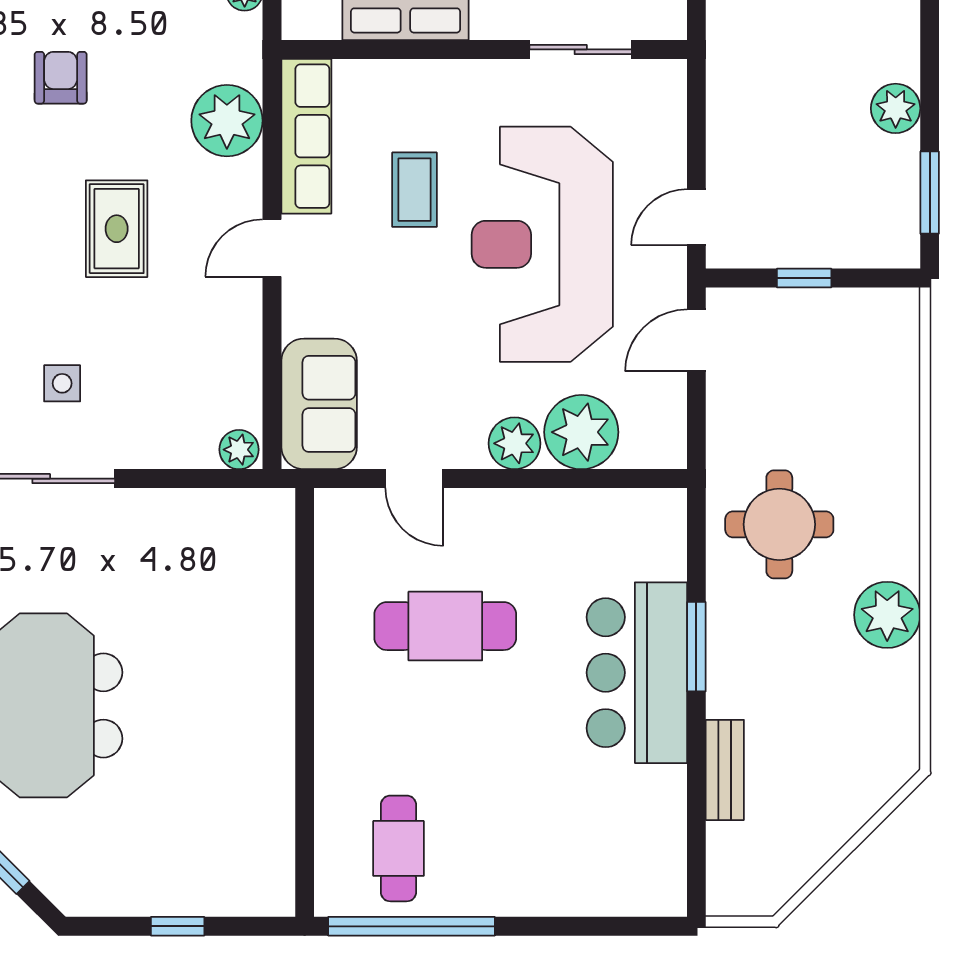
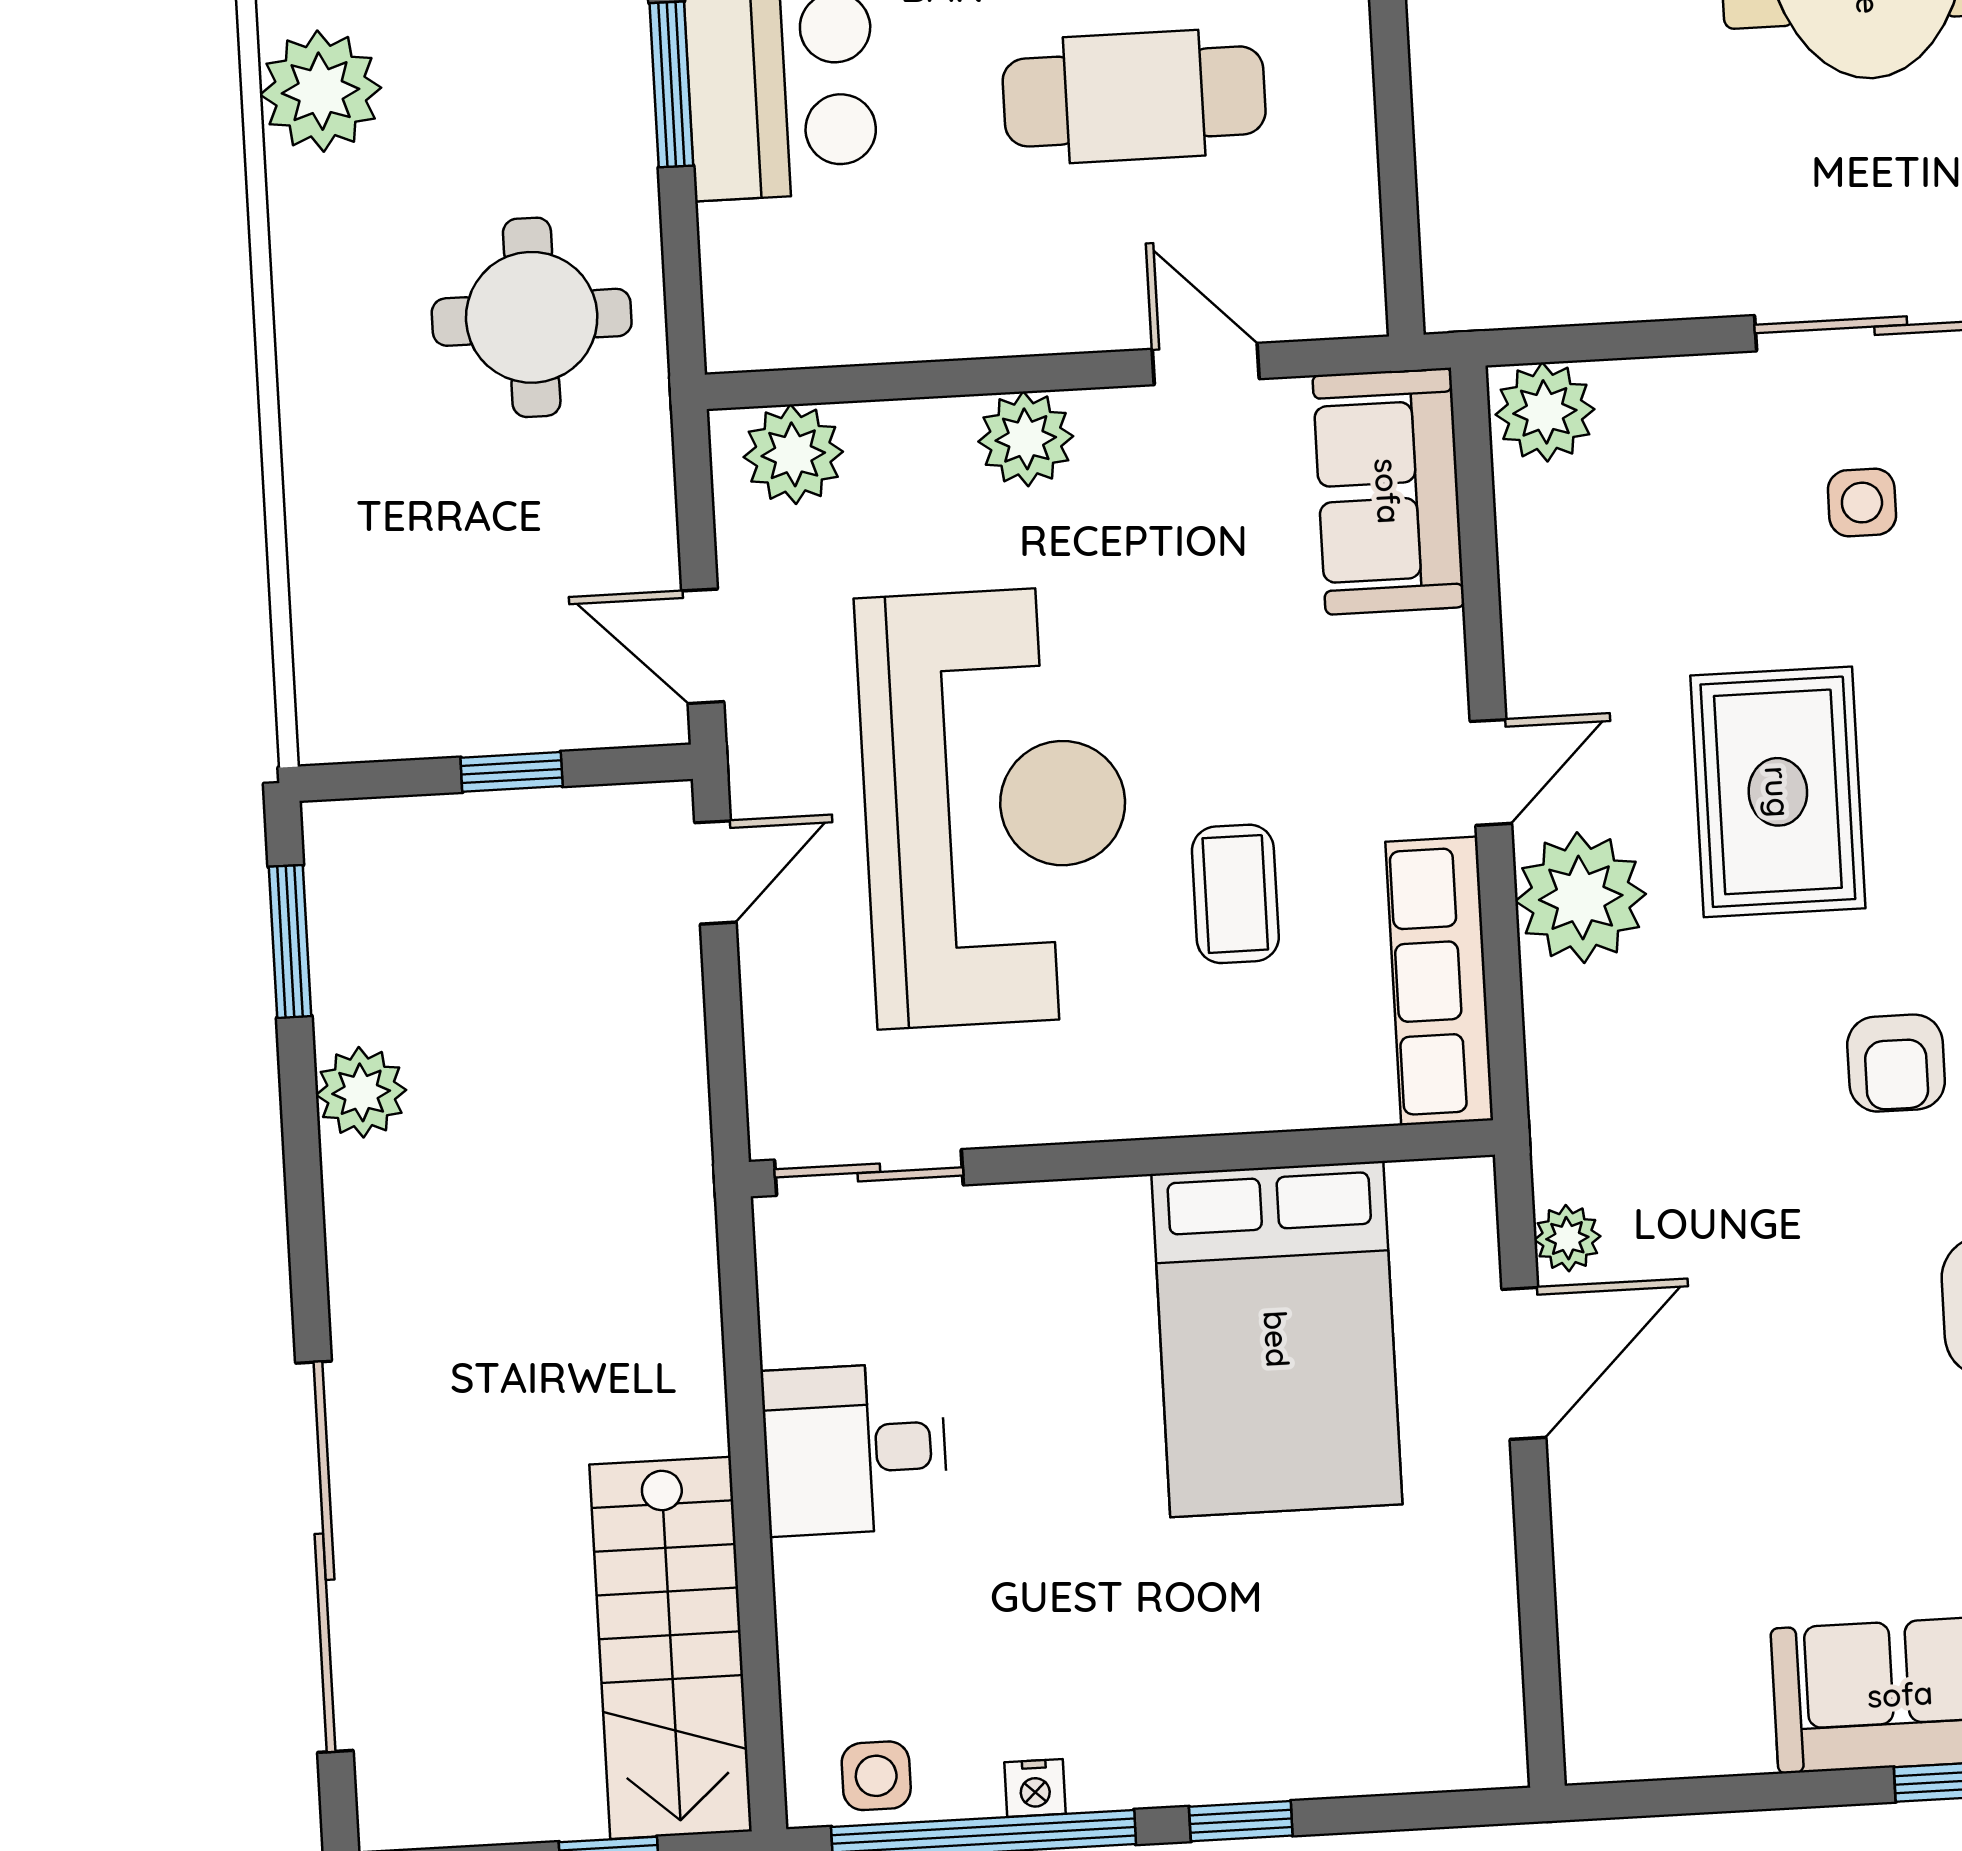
sliding door: (581, 49) -> (869, 1172), moved
plant: (227, 121) -> (1581, 898), moved
rug: (117, 229) -> (1778, 792), width x1.36, depth x1.43
door: (696, 340) -> (703, 646), swing flipped
plant: (581, 432) -> (793, 454), moved, width x0.73, depth x0.73
plant: (239, 450) -> (1545, 412), width x1.38, depth x1.38
plant: (887, 615) -> (321, 91), moved

